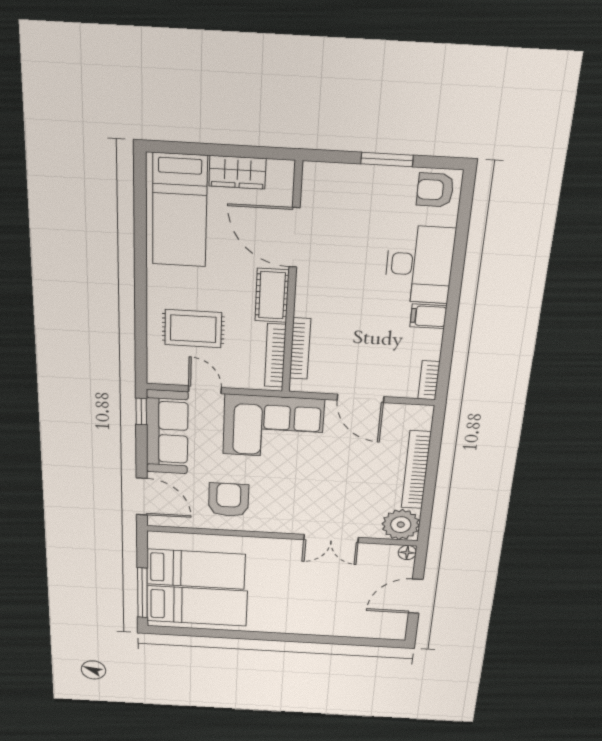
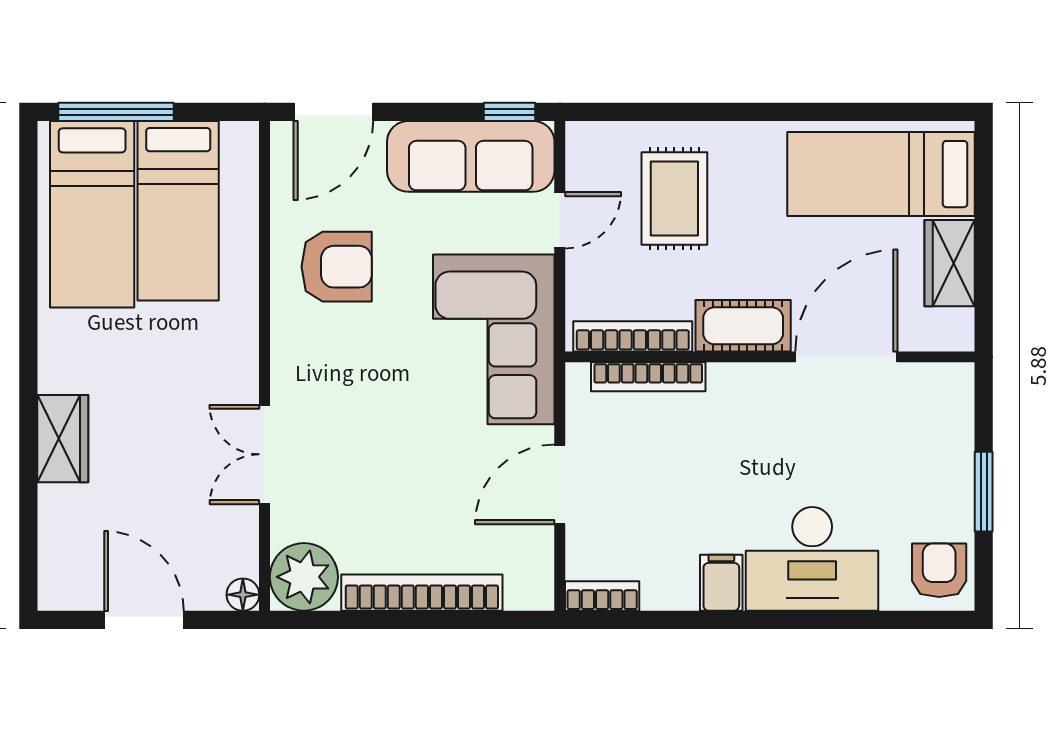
wardrobe: (315, 625) -> (63, 439), added

